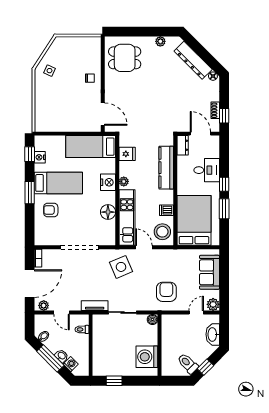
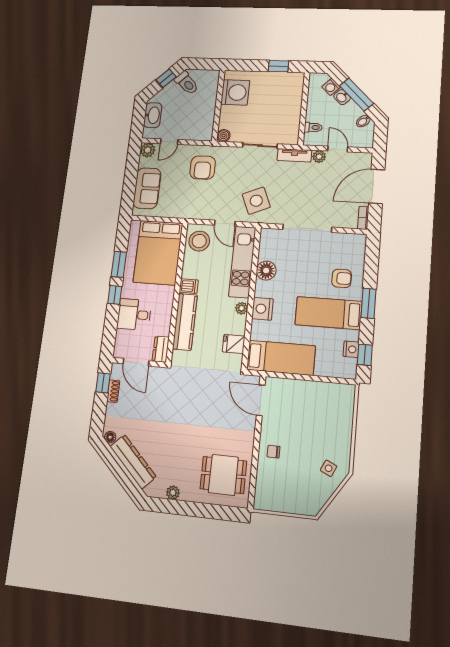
dishwasher: (166, 210) -> (189, 286), moved
plant: (44, 305) -> (319, 157), moved

